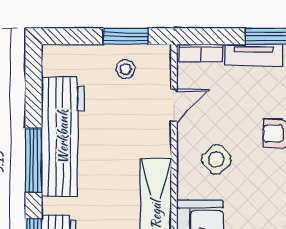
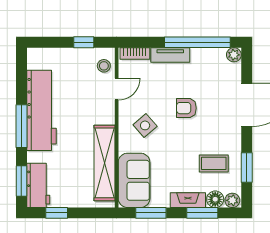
window: (126, 36) -> (84, 42), width x0.67
stool: (126, 69) -> (104, 66), moved

